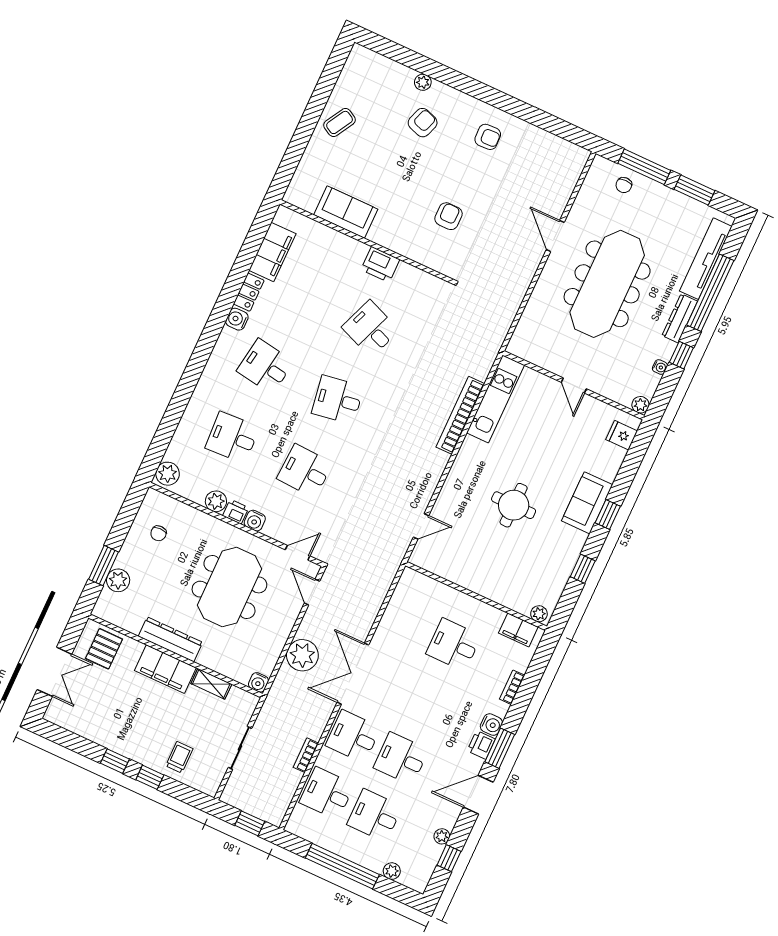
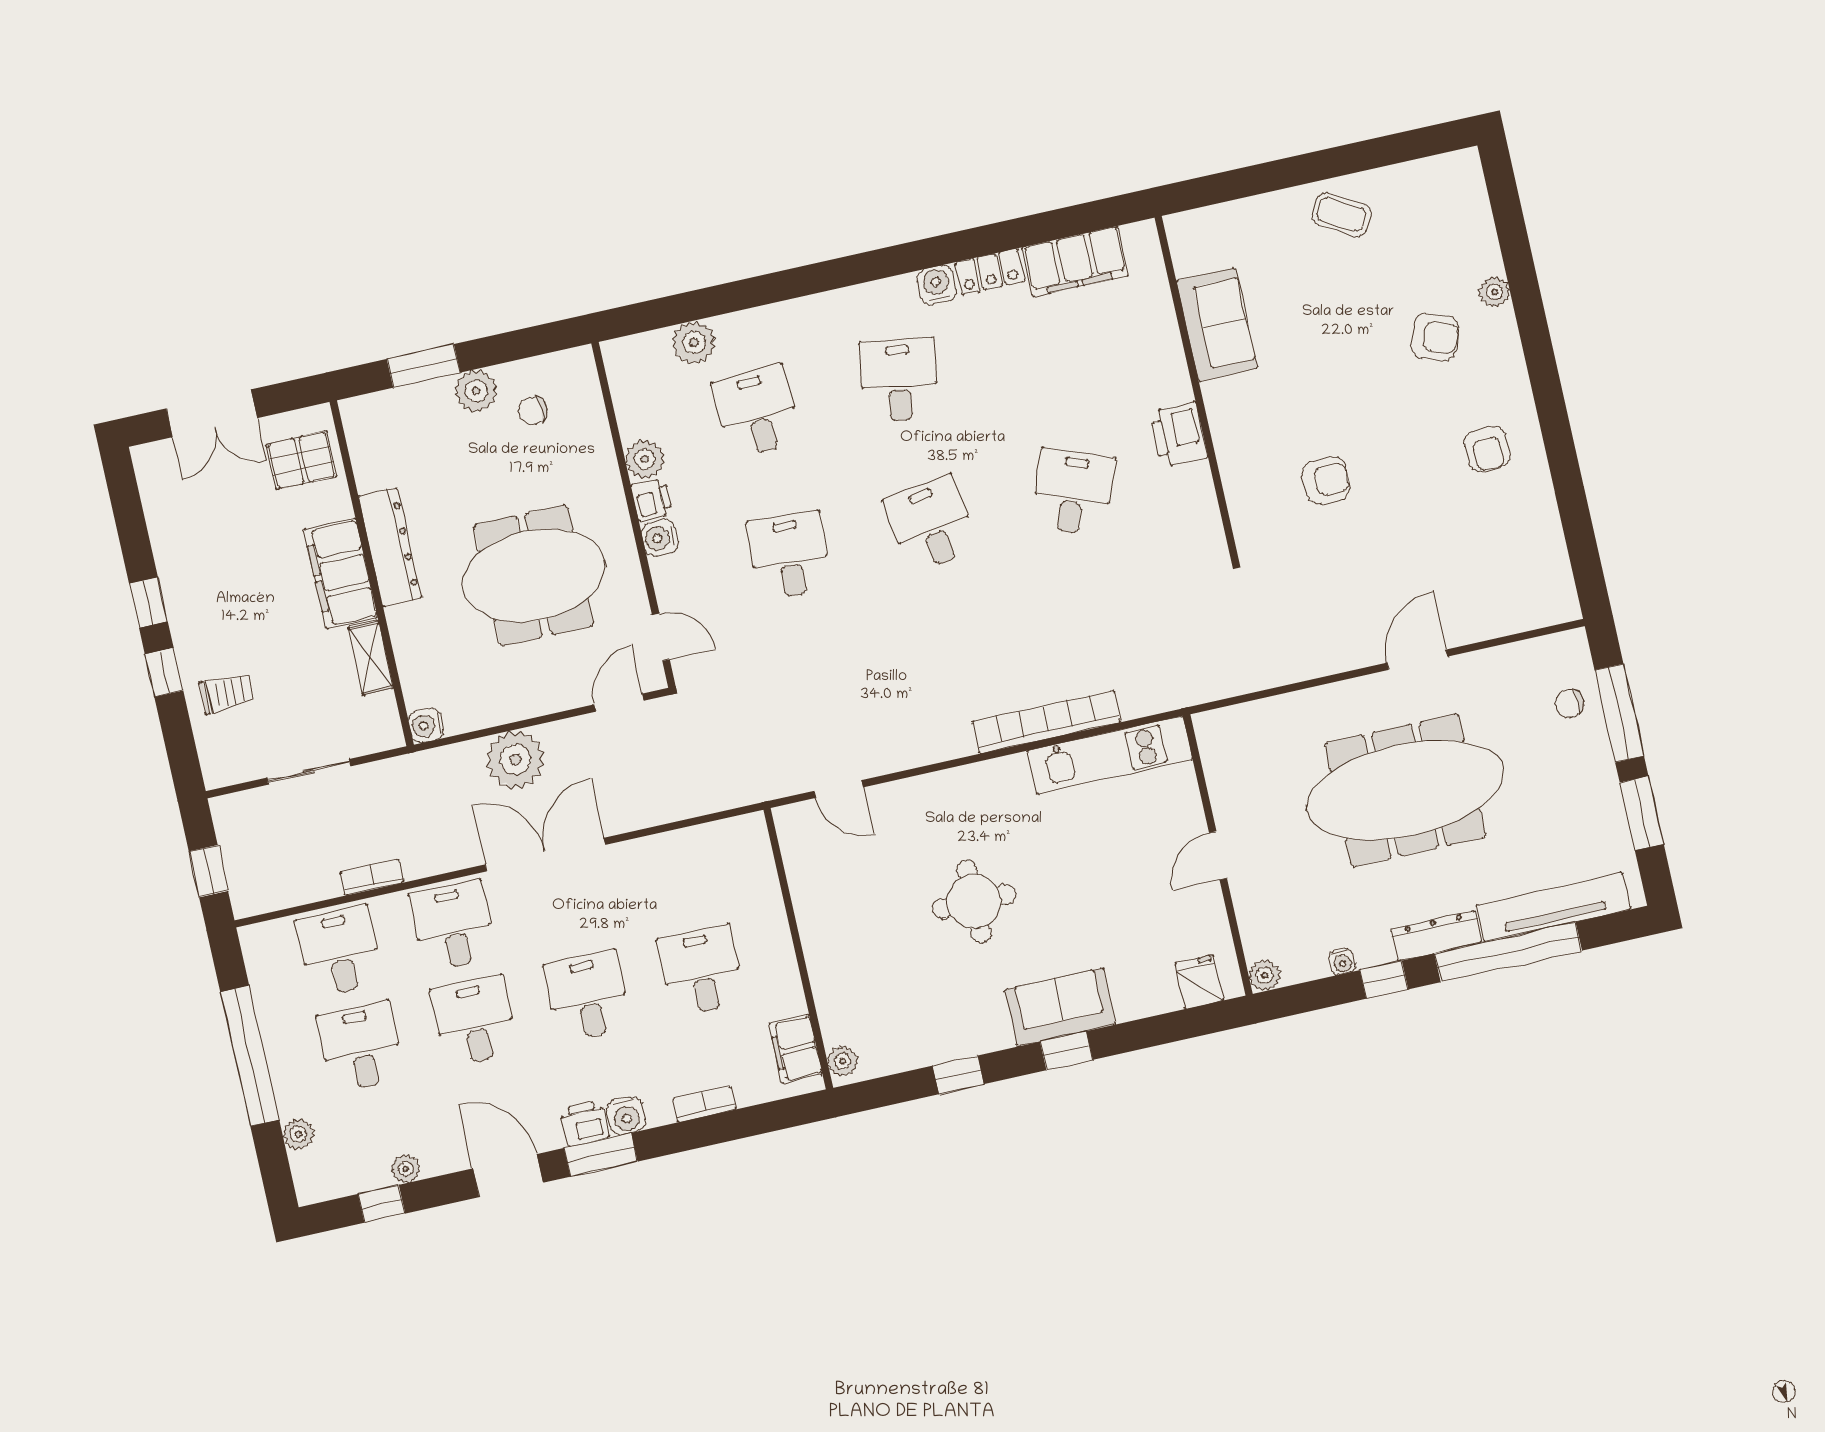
plant: (168, 474) -> (694, 343), moved
plant: (118, 580) -> (476, 391), moved
desk: (427, 702) -> (588, 996), added

